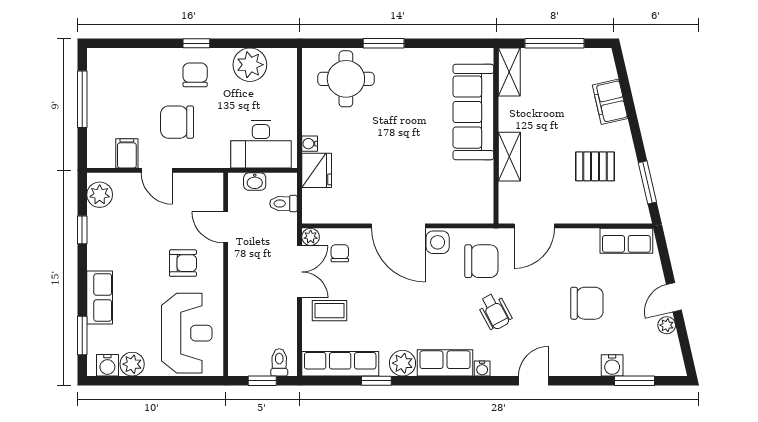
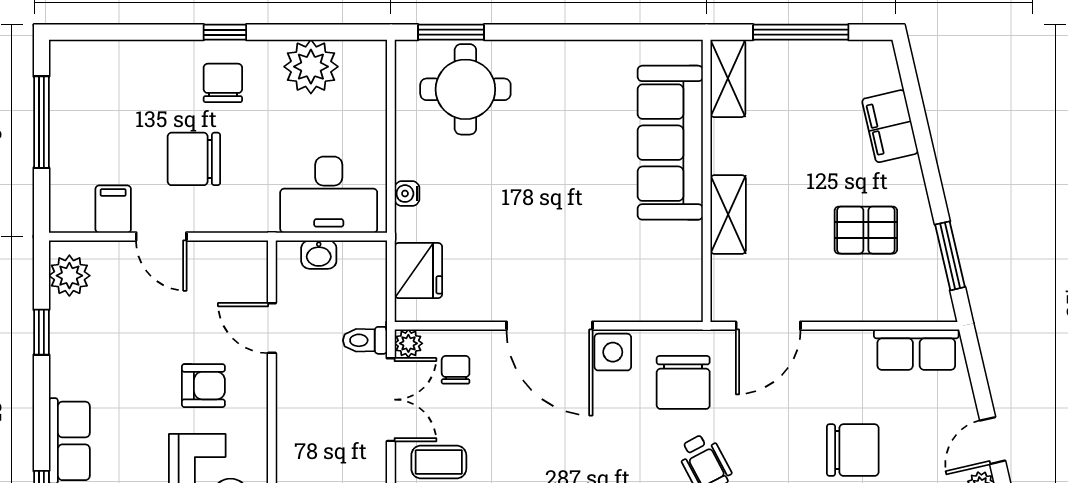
window: (384, 43) -> (451, 32), moved
fridge: (317, 170) -> (418, 271), moved
toilet: (284, 204) -> (365, 340), moved
chair: (481, 261) -> (683, 382), turned 90

